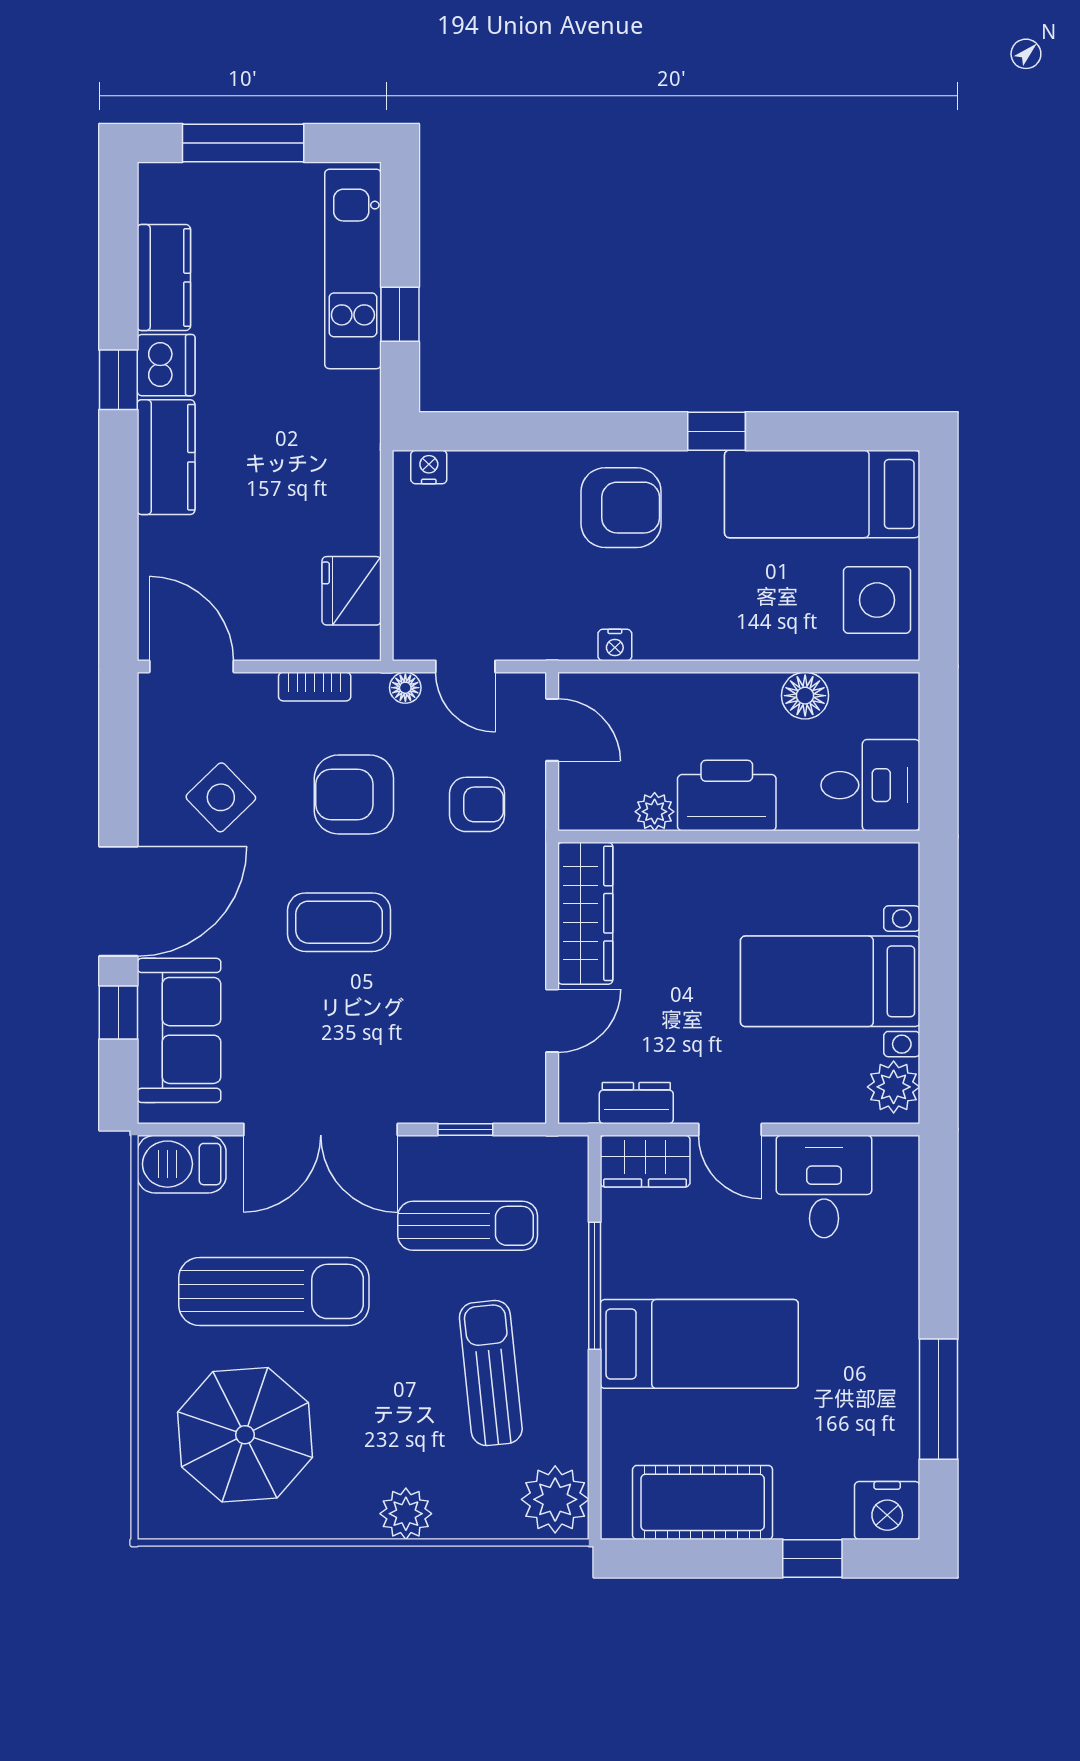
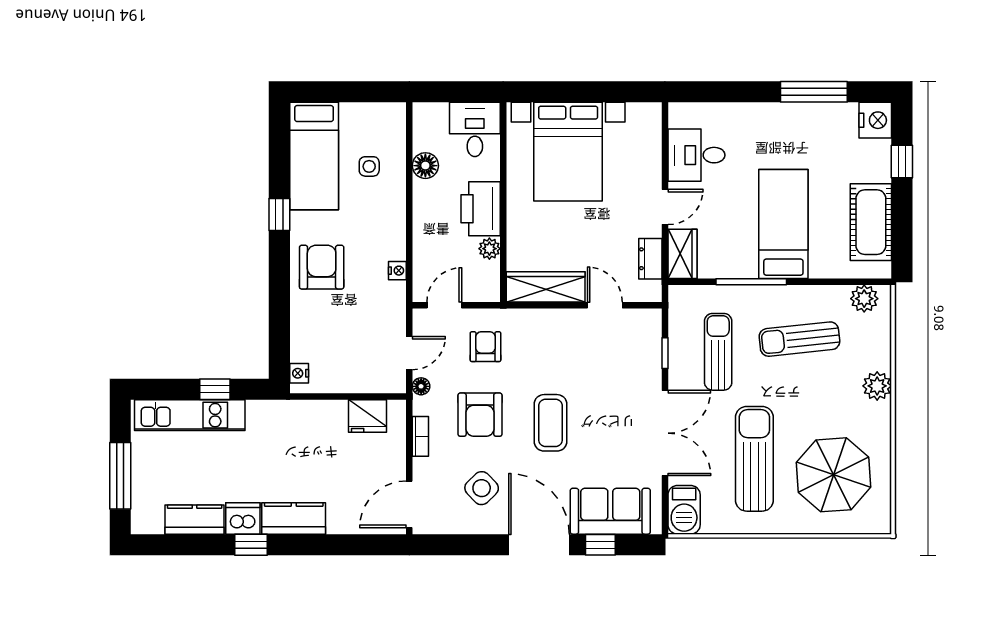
side table: (877, 600) -> (369, 166), moved, width x0.54, depth x0.54
bed with nightstands: (830, 981) -> (568, 152), width x1.36
plant: (894, 1087) -> (641, 117), removed
plant: (555, 1499) -> (864, 299), width x0.73, depth x0.73

